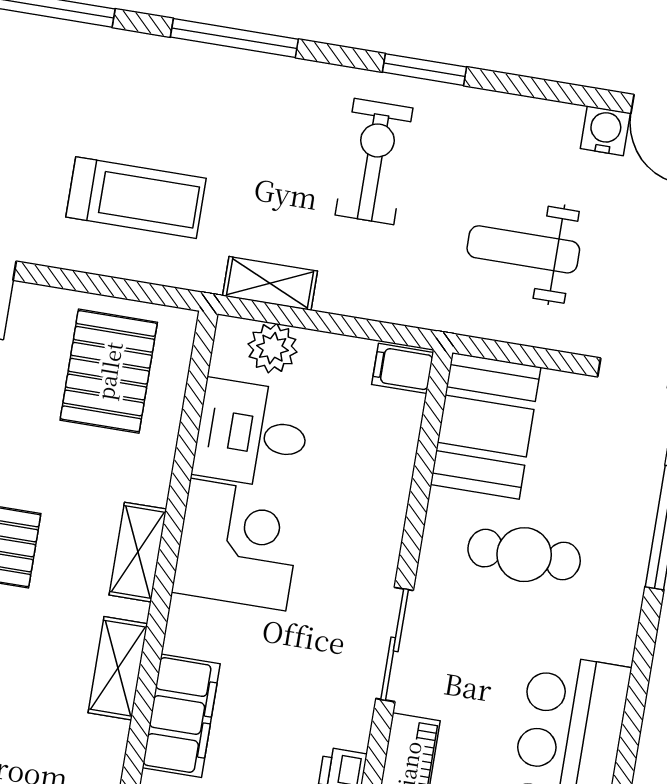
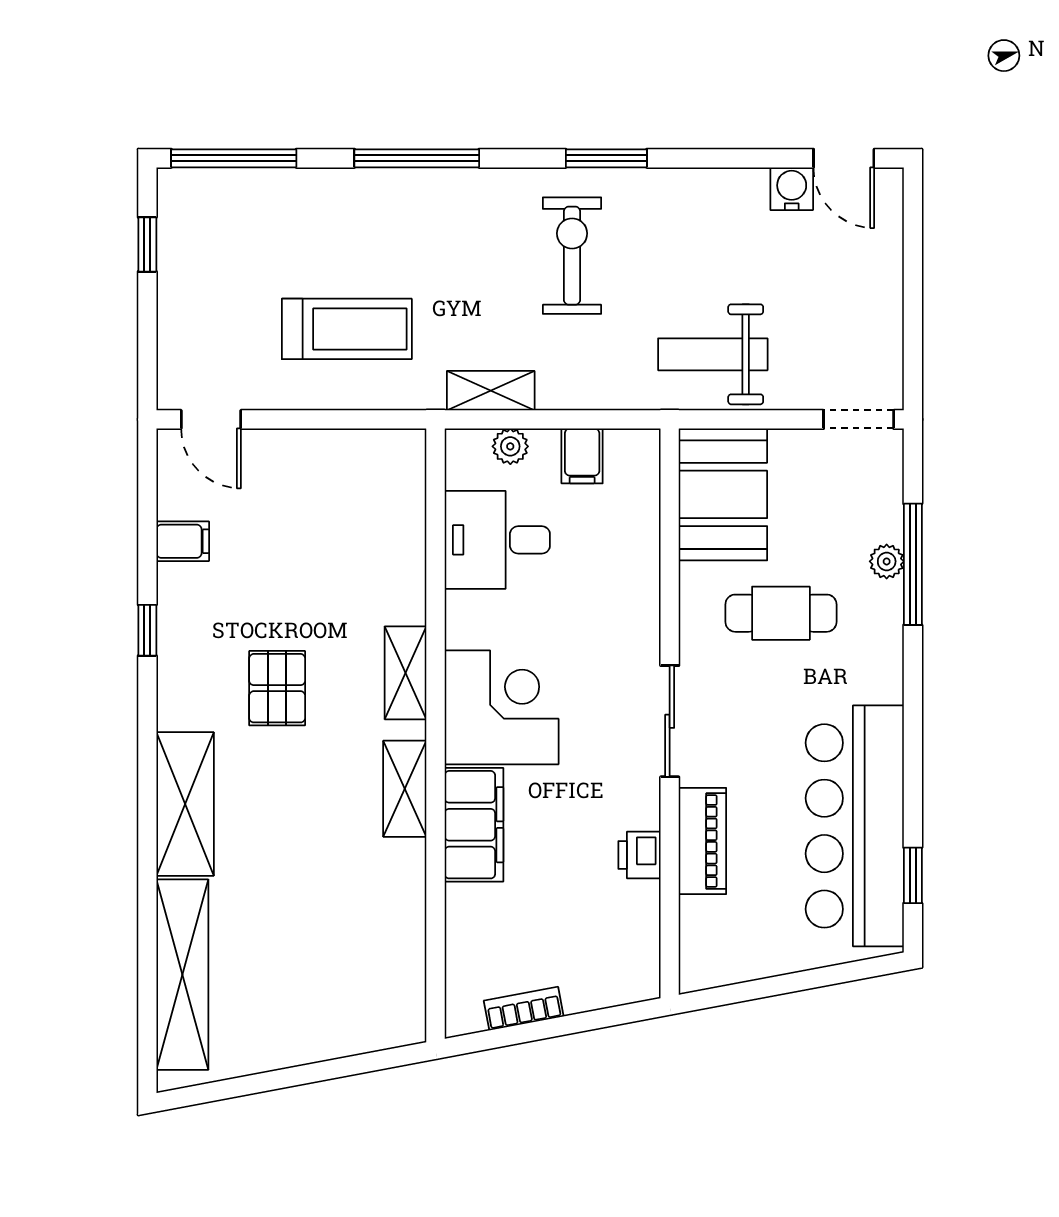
weight bench: (523, 249) -> (713, 354), moved
plant: (273, 348) -> (510, 446), width x0.73, depth x0.73
filing cabinet: (403, 368) -> (582, 456), moved, turned -90
pallet: (109, 371) -> (348, 502), removed
plant: (639, 520) -> (887, 561), added
corner desk: (238, 545) -> (502, 707), moved

